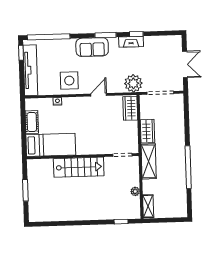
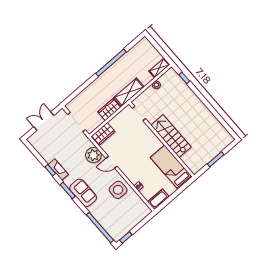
tv unit: (30, 70) -> (132, 222), removed
plant: (133, 83) -> (93, 155), moved
cot: (32, 122) -> (158, 199), moved

